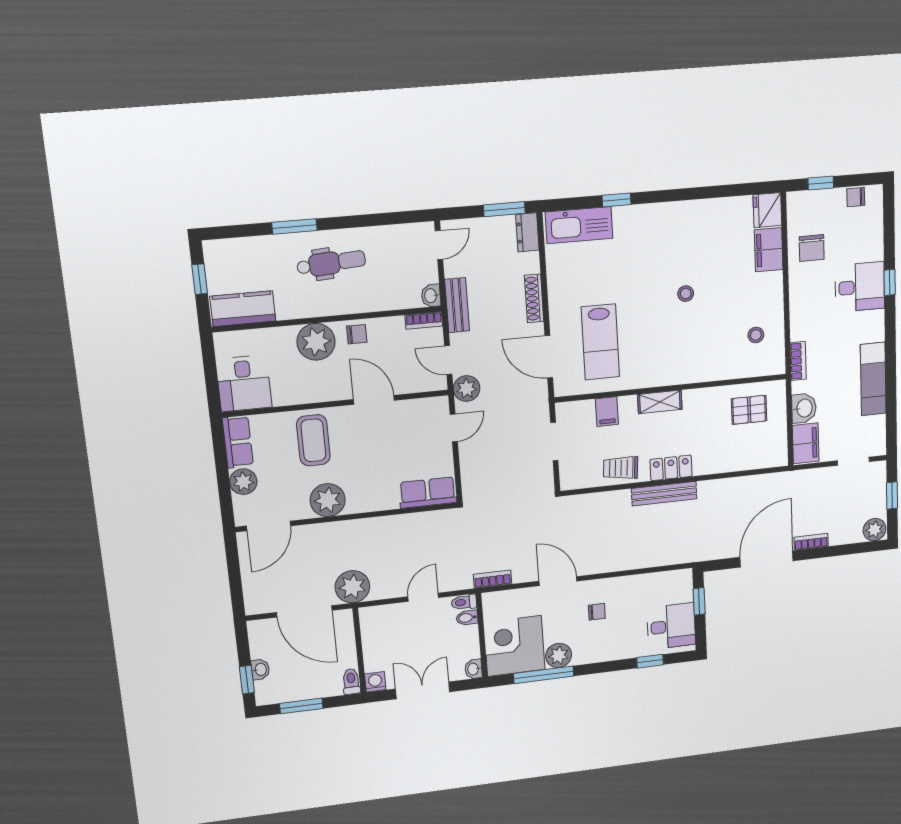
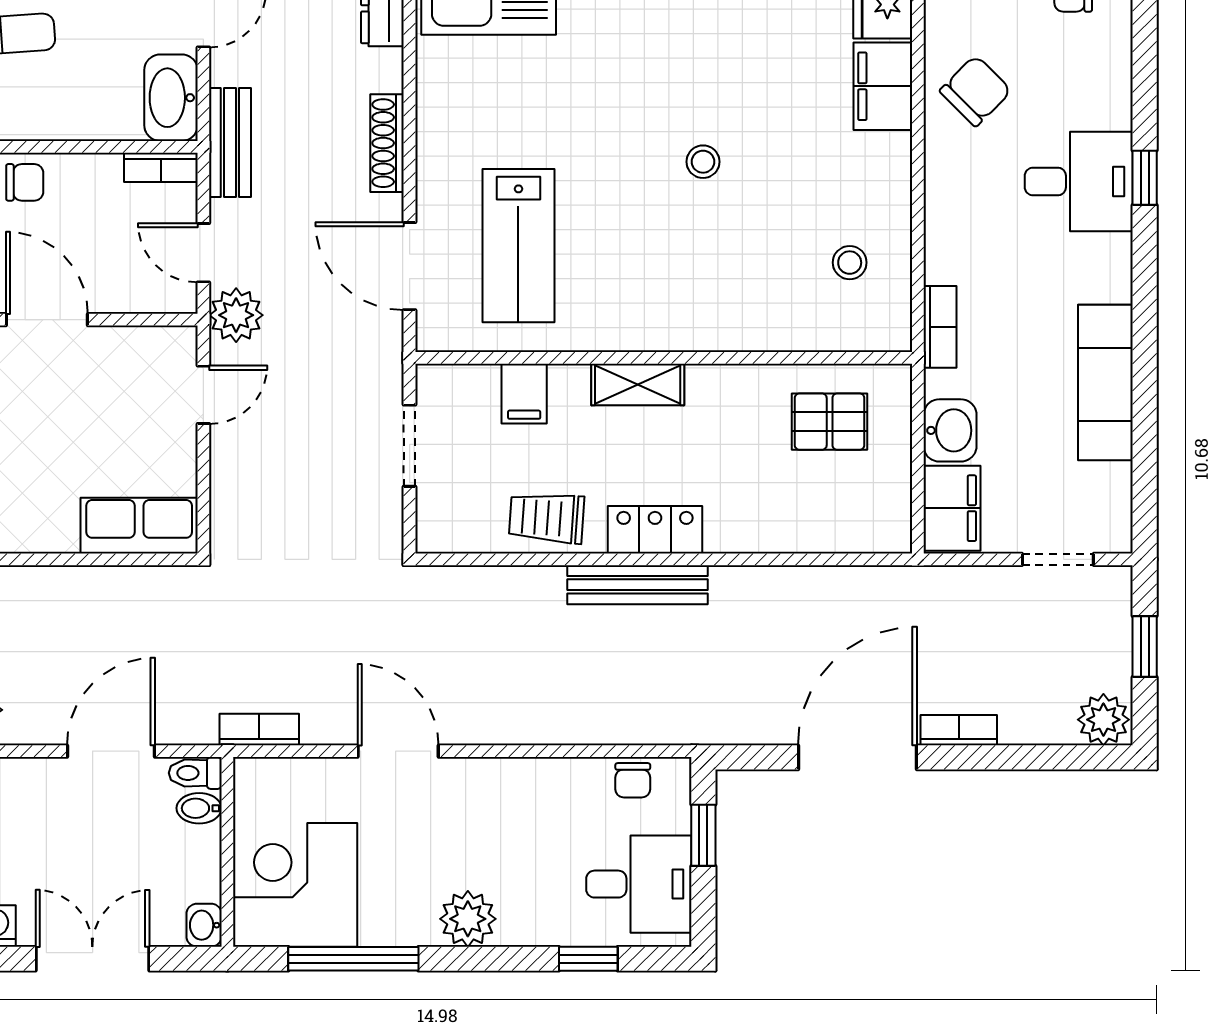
chair: (812, 248) -> (976, 91), turned -135
washbasin: (431, 296) -> (171, 98), width x1.91, depth x1.45
door: (423, 597) -> (111, 751), width x1.38
chair: (597, 612) -> (633, 780), moved, turned 90
plant: (559, 655) -> (468, 919), moved

